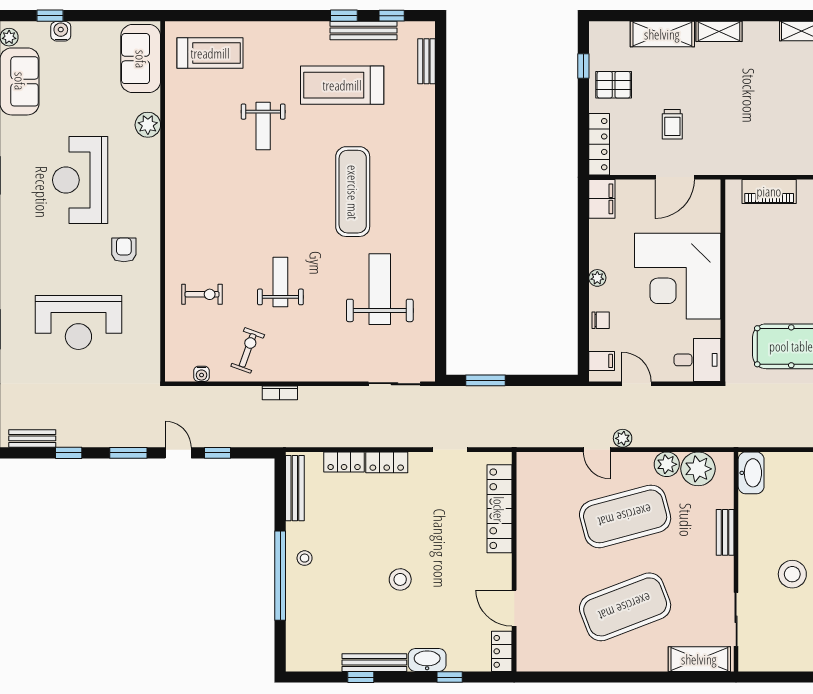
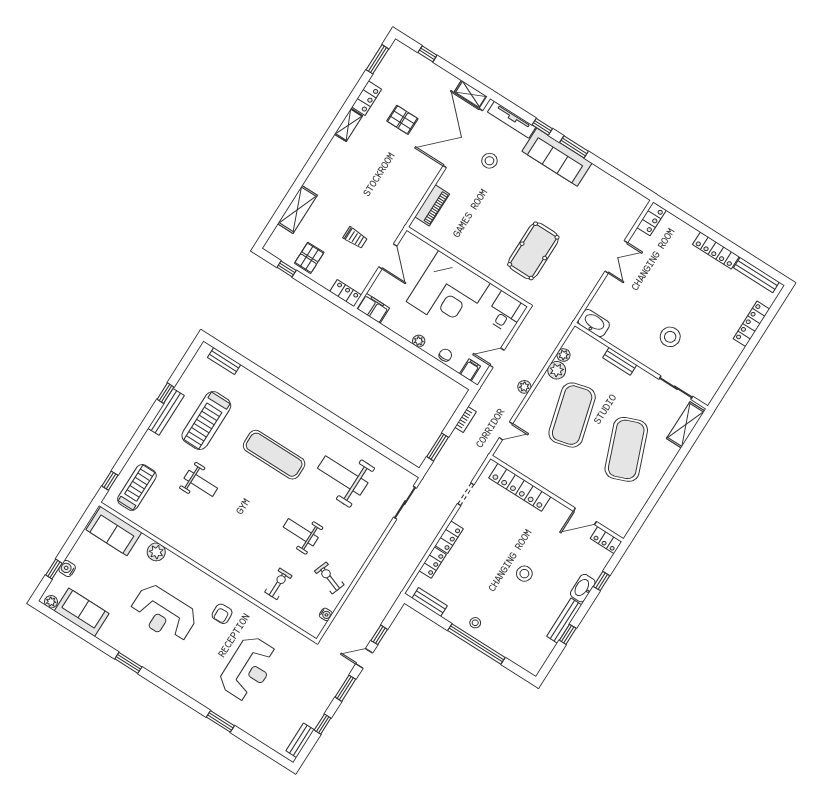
window: (392, 16) -> (110, 481), moved
bench: (364, 31) -> (166, 412), moved
shelving: (719, 31) -> (317, 175), removed
locker: (599, 144) -> (346, 293), width x0.66
armchair: (124, 250) -> (222, 614), turned -92
bookcase: (280, 393) -> (465, 419), moved
door: (597, 450) -> (506, 431), moved
plant: (698, 469) -> (563, 355), width x0.53, depth x0.53
bench: (295, 488) -> (430, 602), width x0.73

